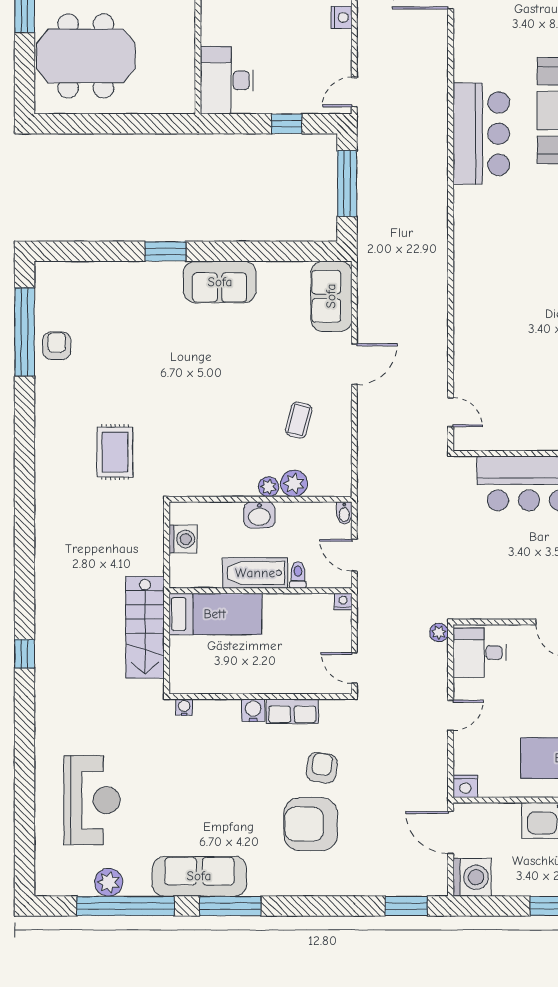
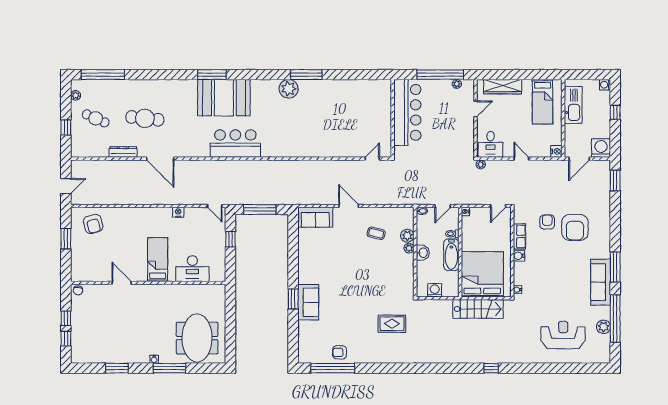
desk: (227, 80) -> (192, 269), moved
sofa: (220, 282) -> (308, 302), moved
bed: (215, 614) -> (482, 274), width x2.04
armchair: (322, 768) -> (547, 222), turned 82

